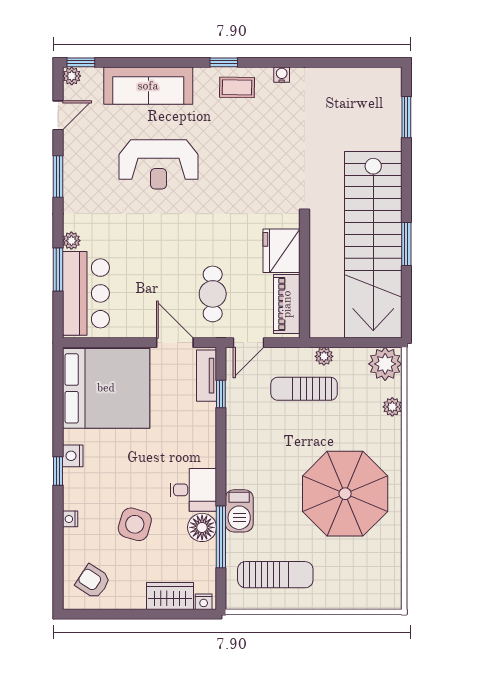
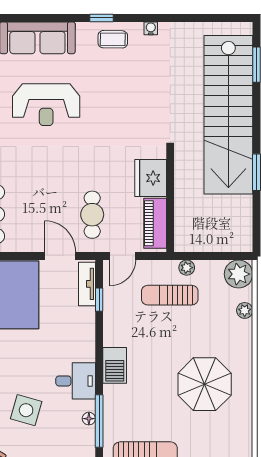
stairs: (373, 245) -> (228, 115), moved
parasol: (345, 494) -> (205, 384), width x0.73, depth x0.73
barbecue: (239, 511) -> (115, 365), moved
floor lamp: (202, 527) -> (89, 419), width x0.53, depth x0.53

